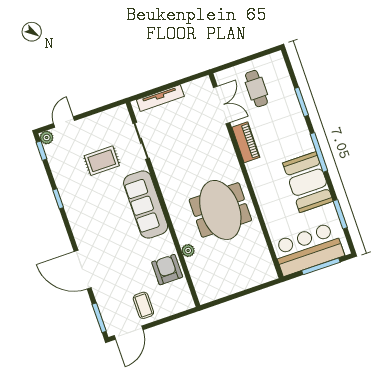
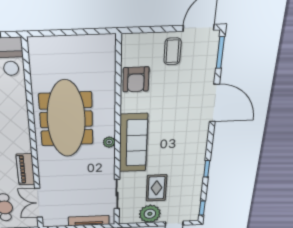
plant: (47, 138) -> (150, 214), moved, width x1.87, depth x1.87
rug: (102, 161) -> (156, 188), turned 90
meeting table: (220, 210) -> (66, 119), width x1.36
plant: (188, 250) -> (109, 142), moved

